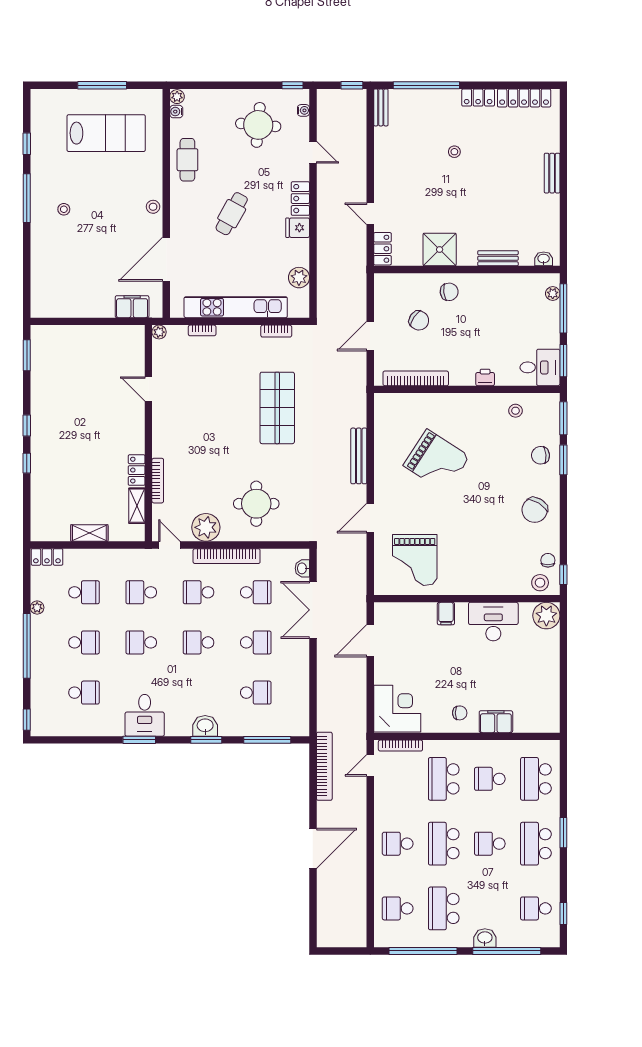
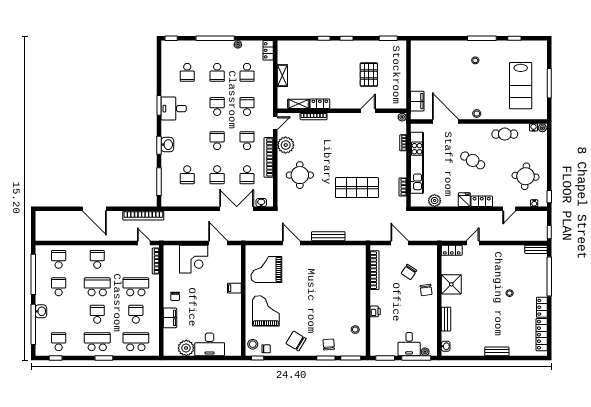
desk: (540, 367) -> (409, 344), moved
pallet: (88, 388) -> (369, 75), added
grand piano: (436, 461) -> (266, 311), moved, turned 147
plant: (546, 616) -> (186, 348), moved
desk: (493, 622) -> (210, 344), moved, turned 90
corner desk: (397, 709) -> (194, 259), moved
school desk: (444, 908) -> (59, 287), width x0.54

